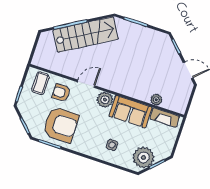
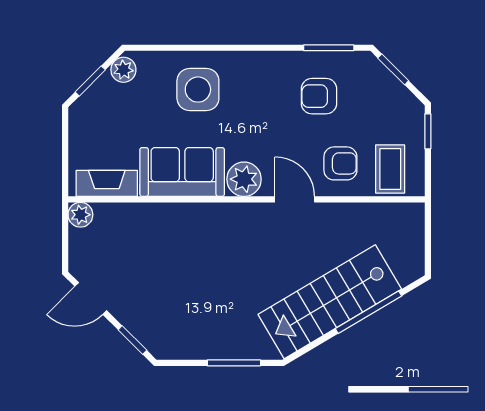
door: (86, 84) -> (295, 199), swing flipped
plant: (156, 100) -> (80, 215), moved
armchair: (61, 125) -> (319, 96), width x0.53, depth x0.53
side table: (112, 145) -> (198, 90), width x1.87, depth x1.87
plant: (143, 157) -> (123, 70), width x0.53, depth x0.53

